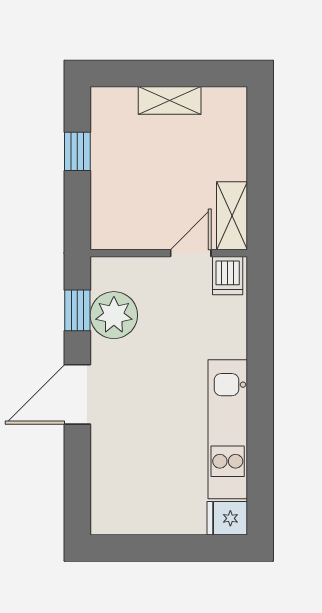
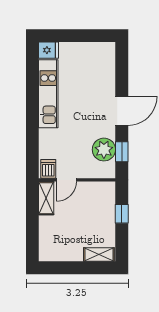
shelving: (170, 100) -> (99, 255), moved
window: (77, 151) -> (122, 214), moved

